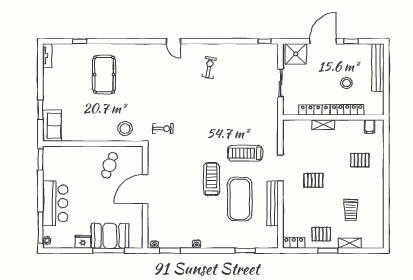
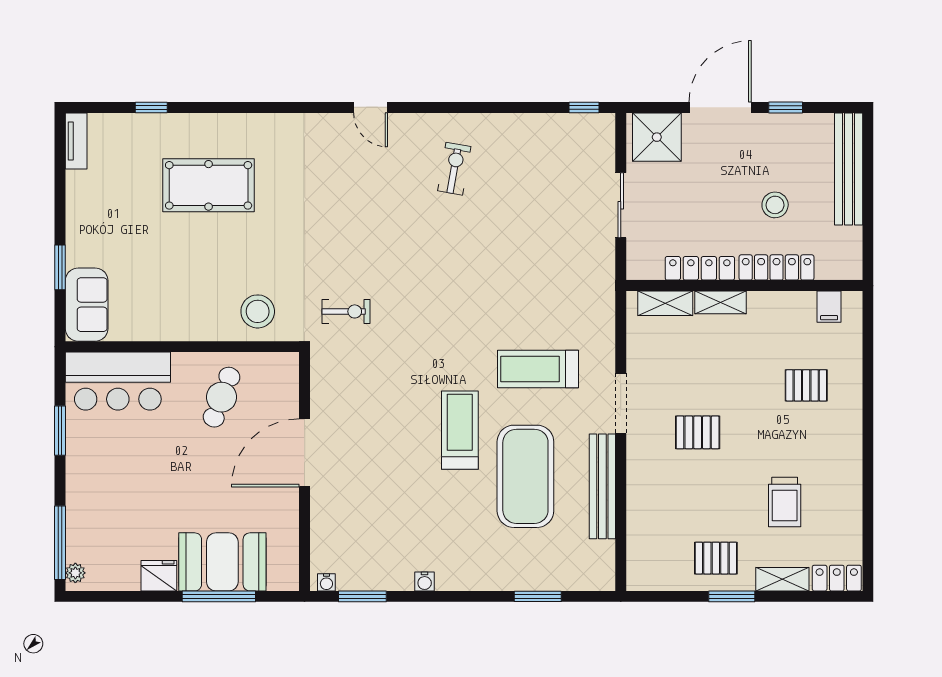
pool table: (104, 75) -> (209, 185), turned 90
shelving: (300, 125) -> (665, 303), added
window: (40, 159) -> (60, 431), moved
bar counter: (55, 203) -> (118, 381), moved, turned 90
locker: (294, 243) -> (837, 578), moved

